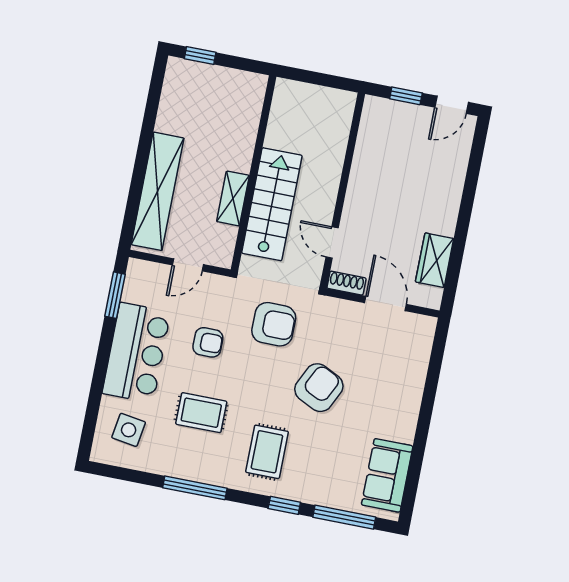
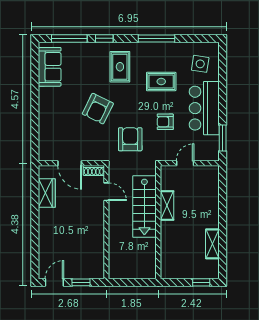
shelving: (158, 191) -> (212, 244), moved, width x0.45, depth x0.75
armchair: (274, 324) -> (130, 139), turned 90

